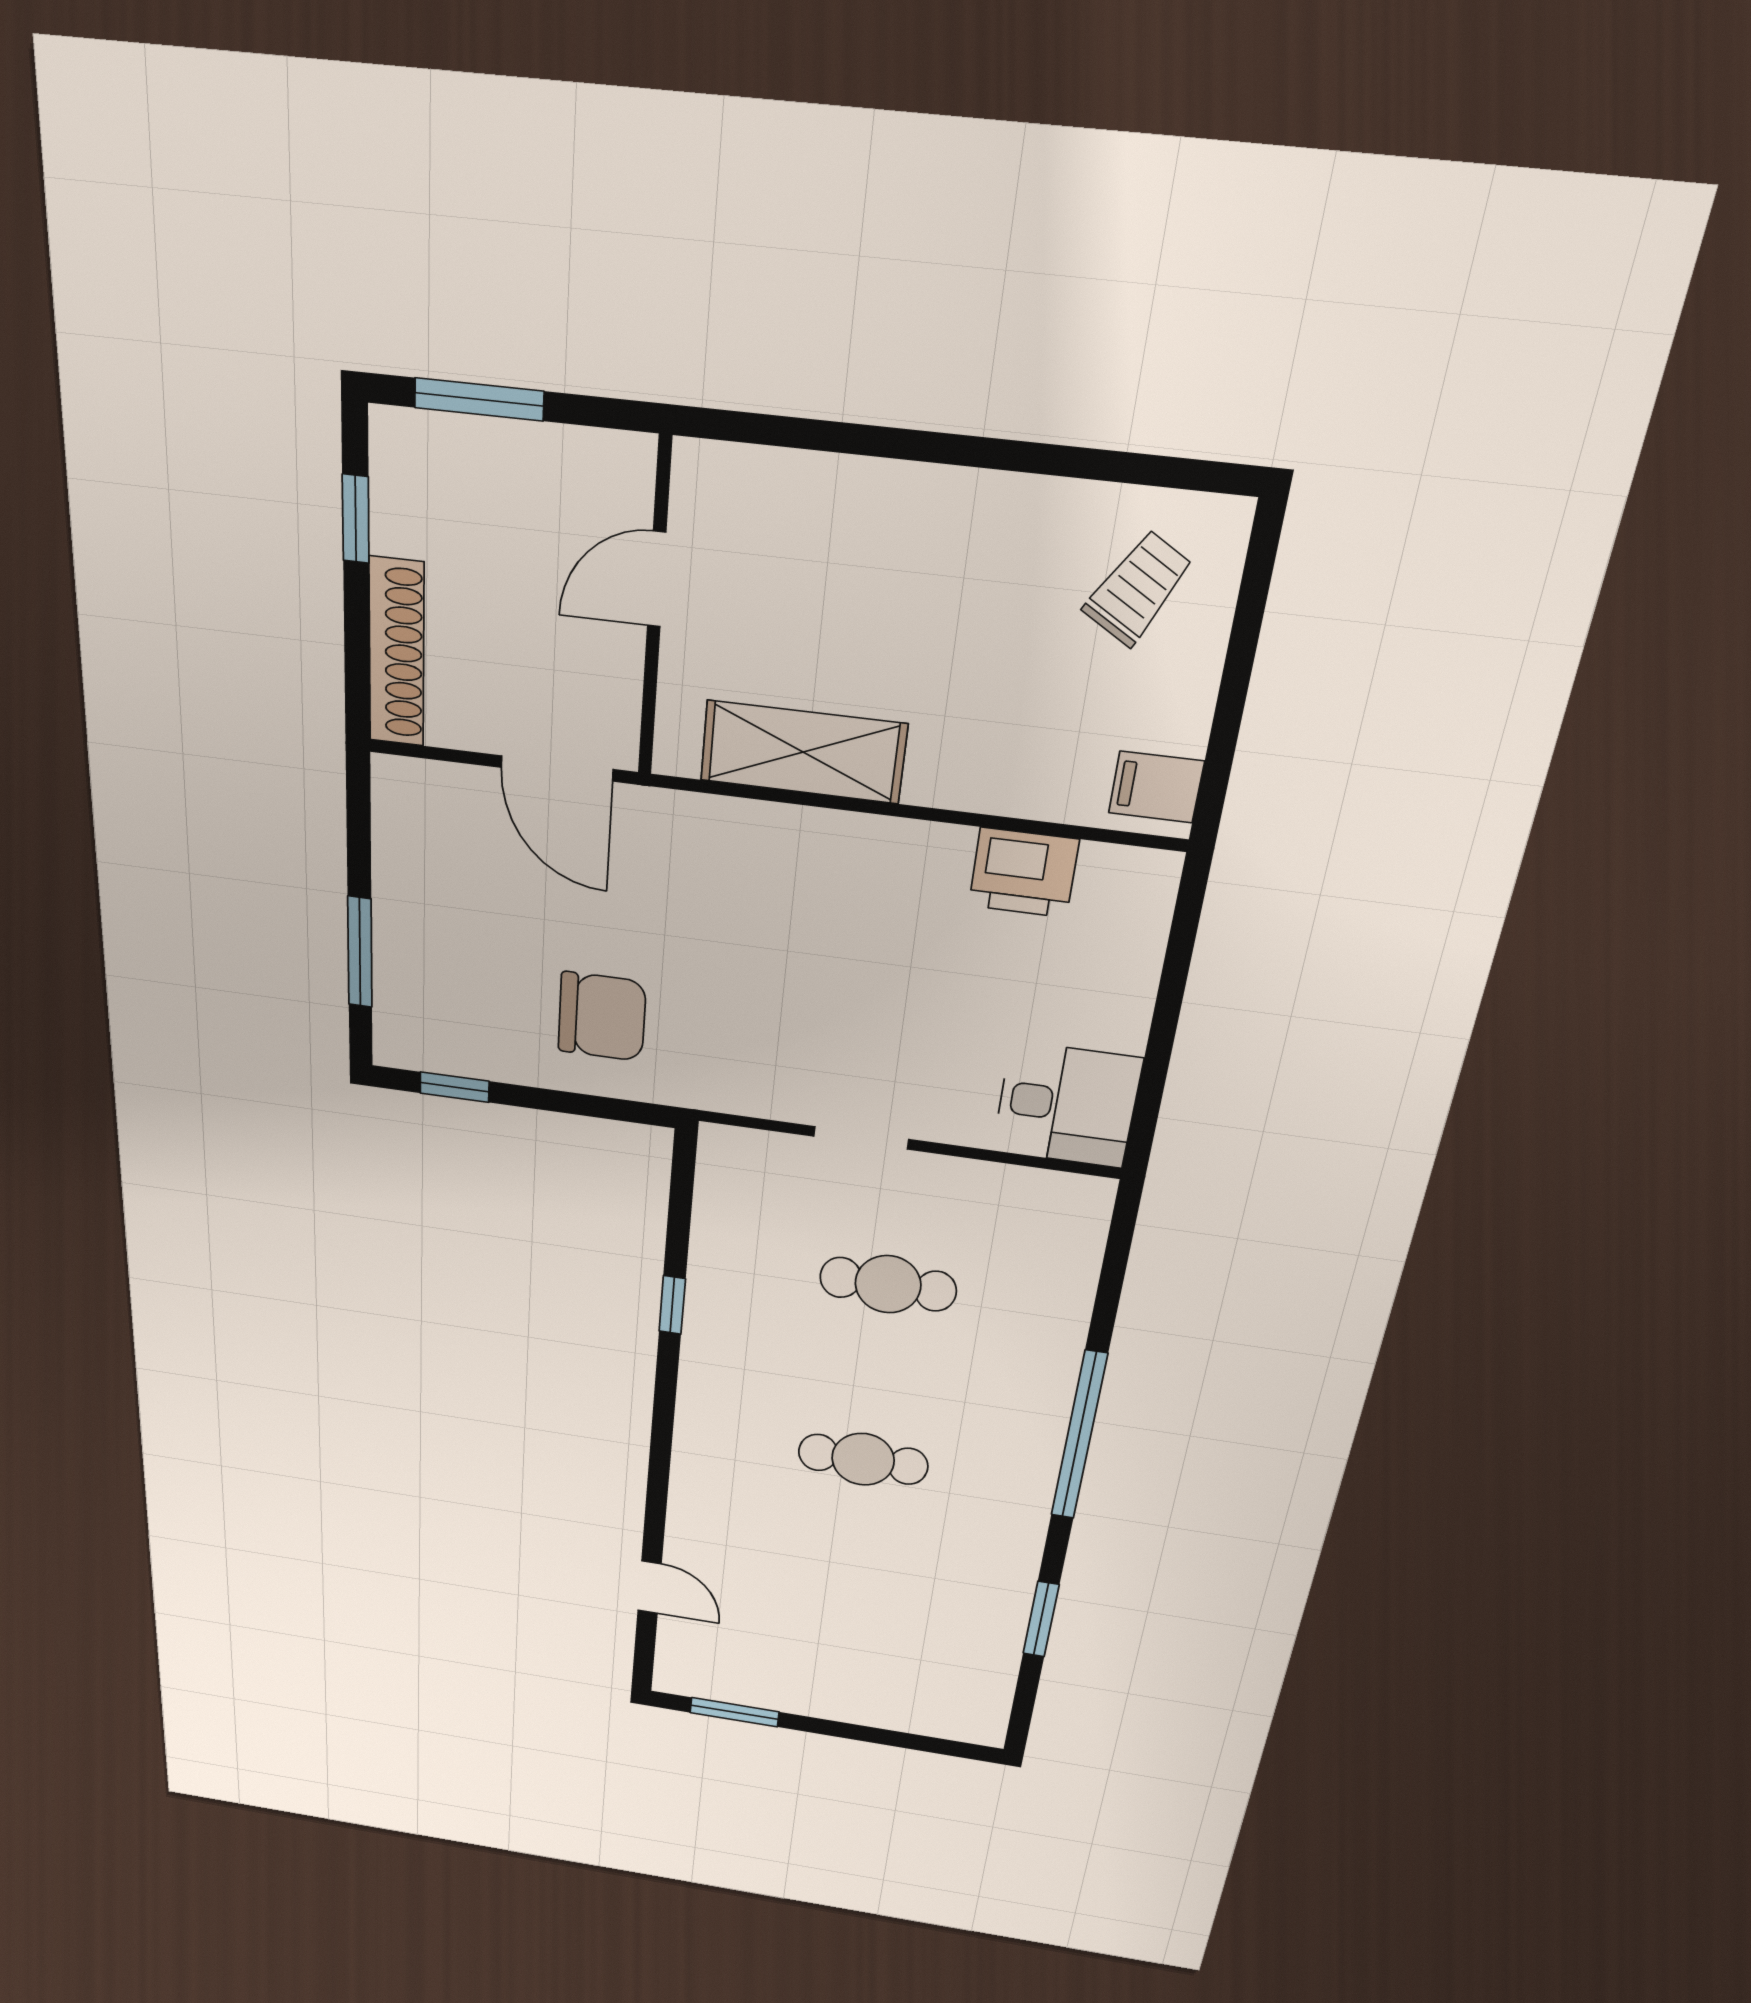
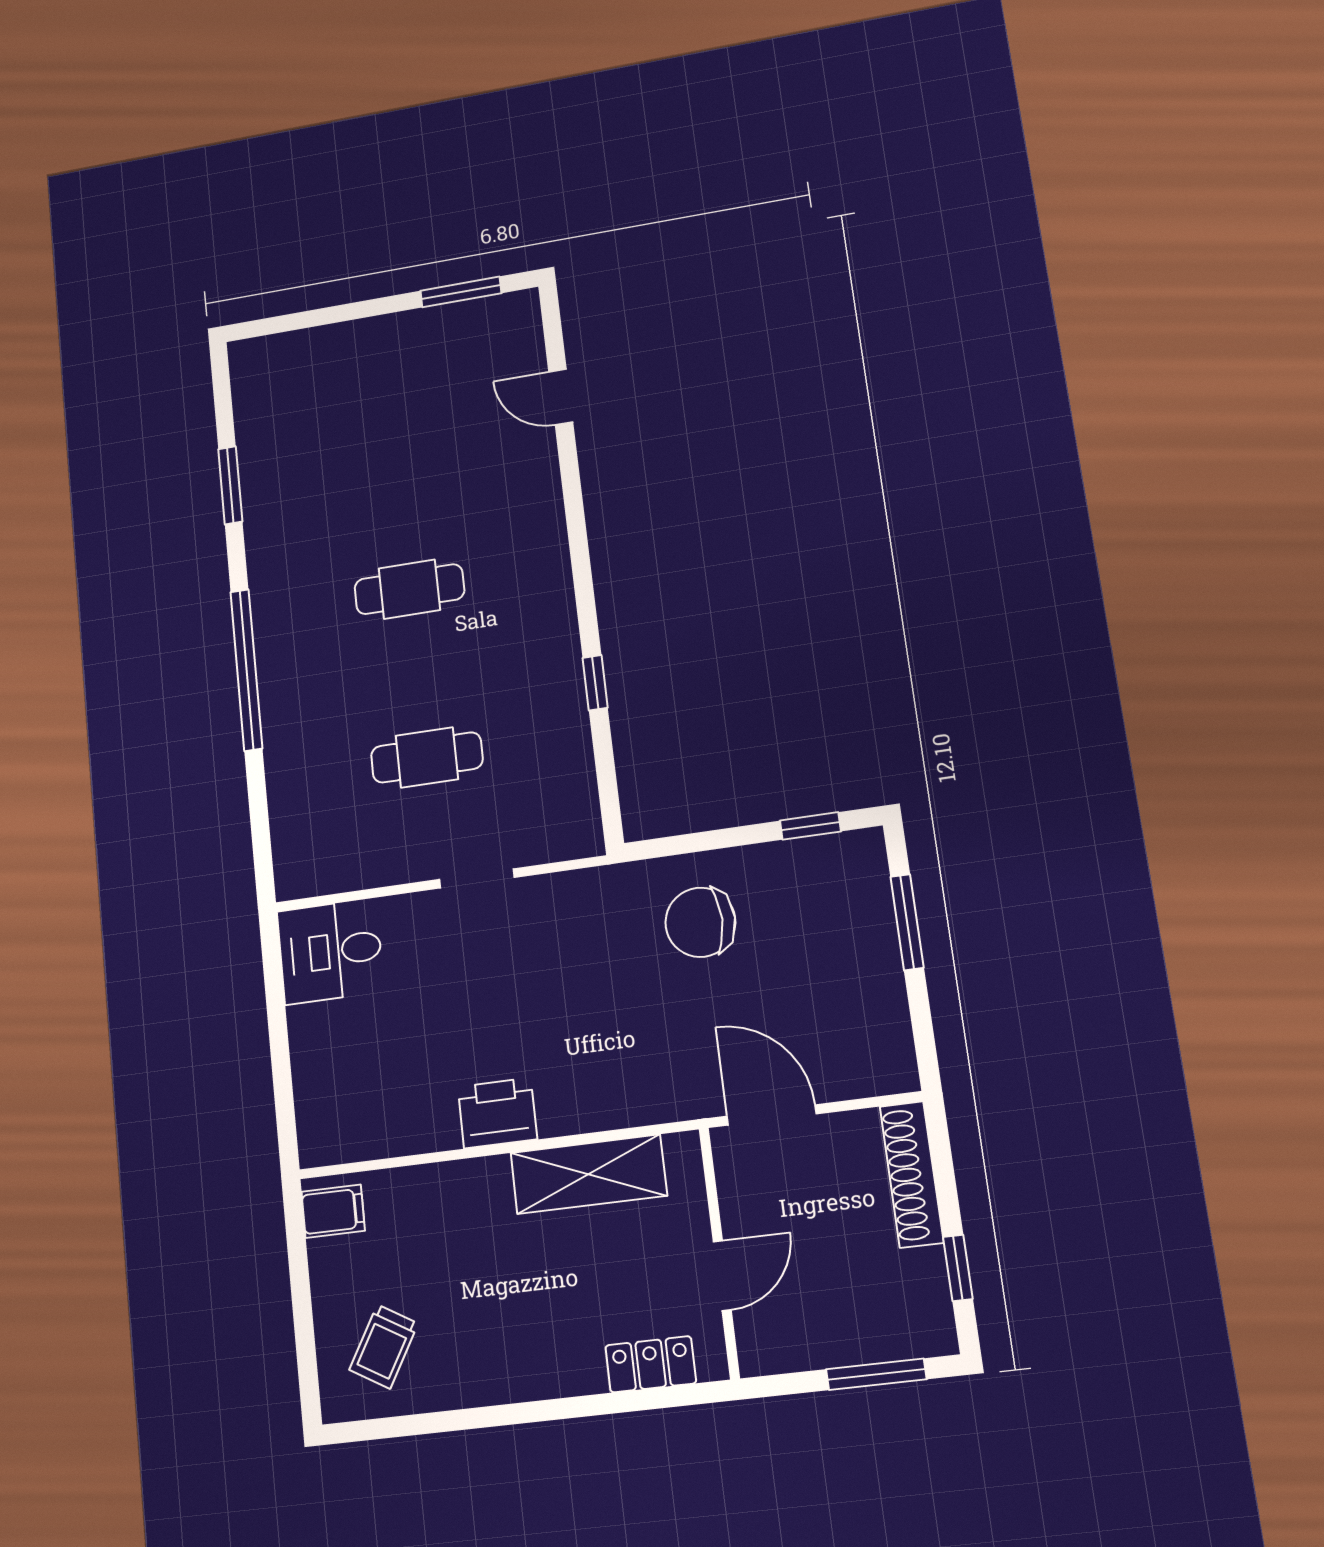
locker: (775, 480) -> (651, 1364), added
printer: (1024, 873) -> (497, 1113), moved

